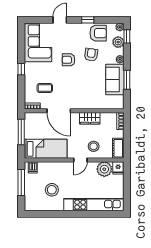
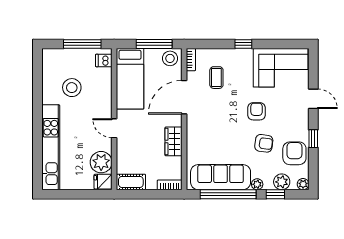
armchair: (98, 33) -> (294, 153), turned 180
window: (127, 36) -> (275, 194), moved
sofa: (115, 80) -> (221, 177), width x1.36
window: (127, 80) -> (228, 194), width x2.11
stool: (94, 146) -> (170, 58), moved

